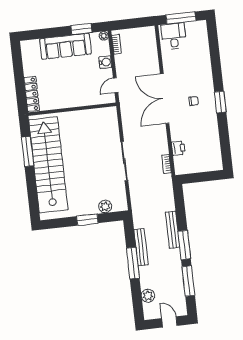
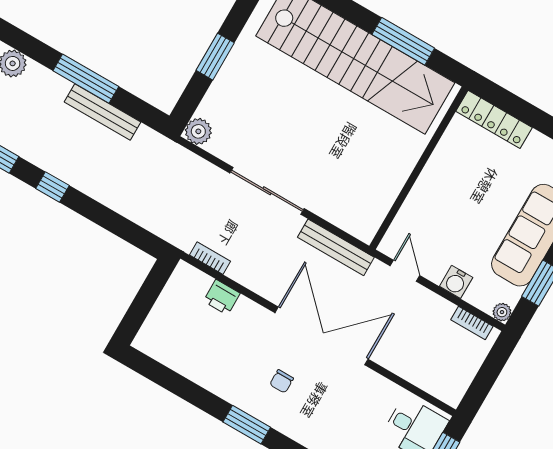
plant: (105, 206) -> (198, 131), moved
bench: (173, 230) -> (336, 247), moved
window: (184, 245) -> (52, 187), width x0.46

